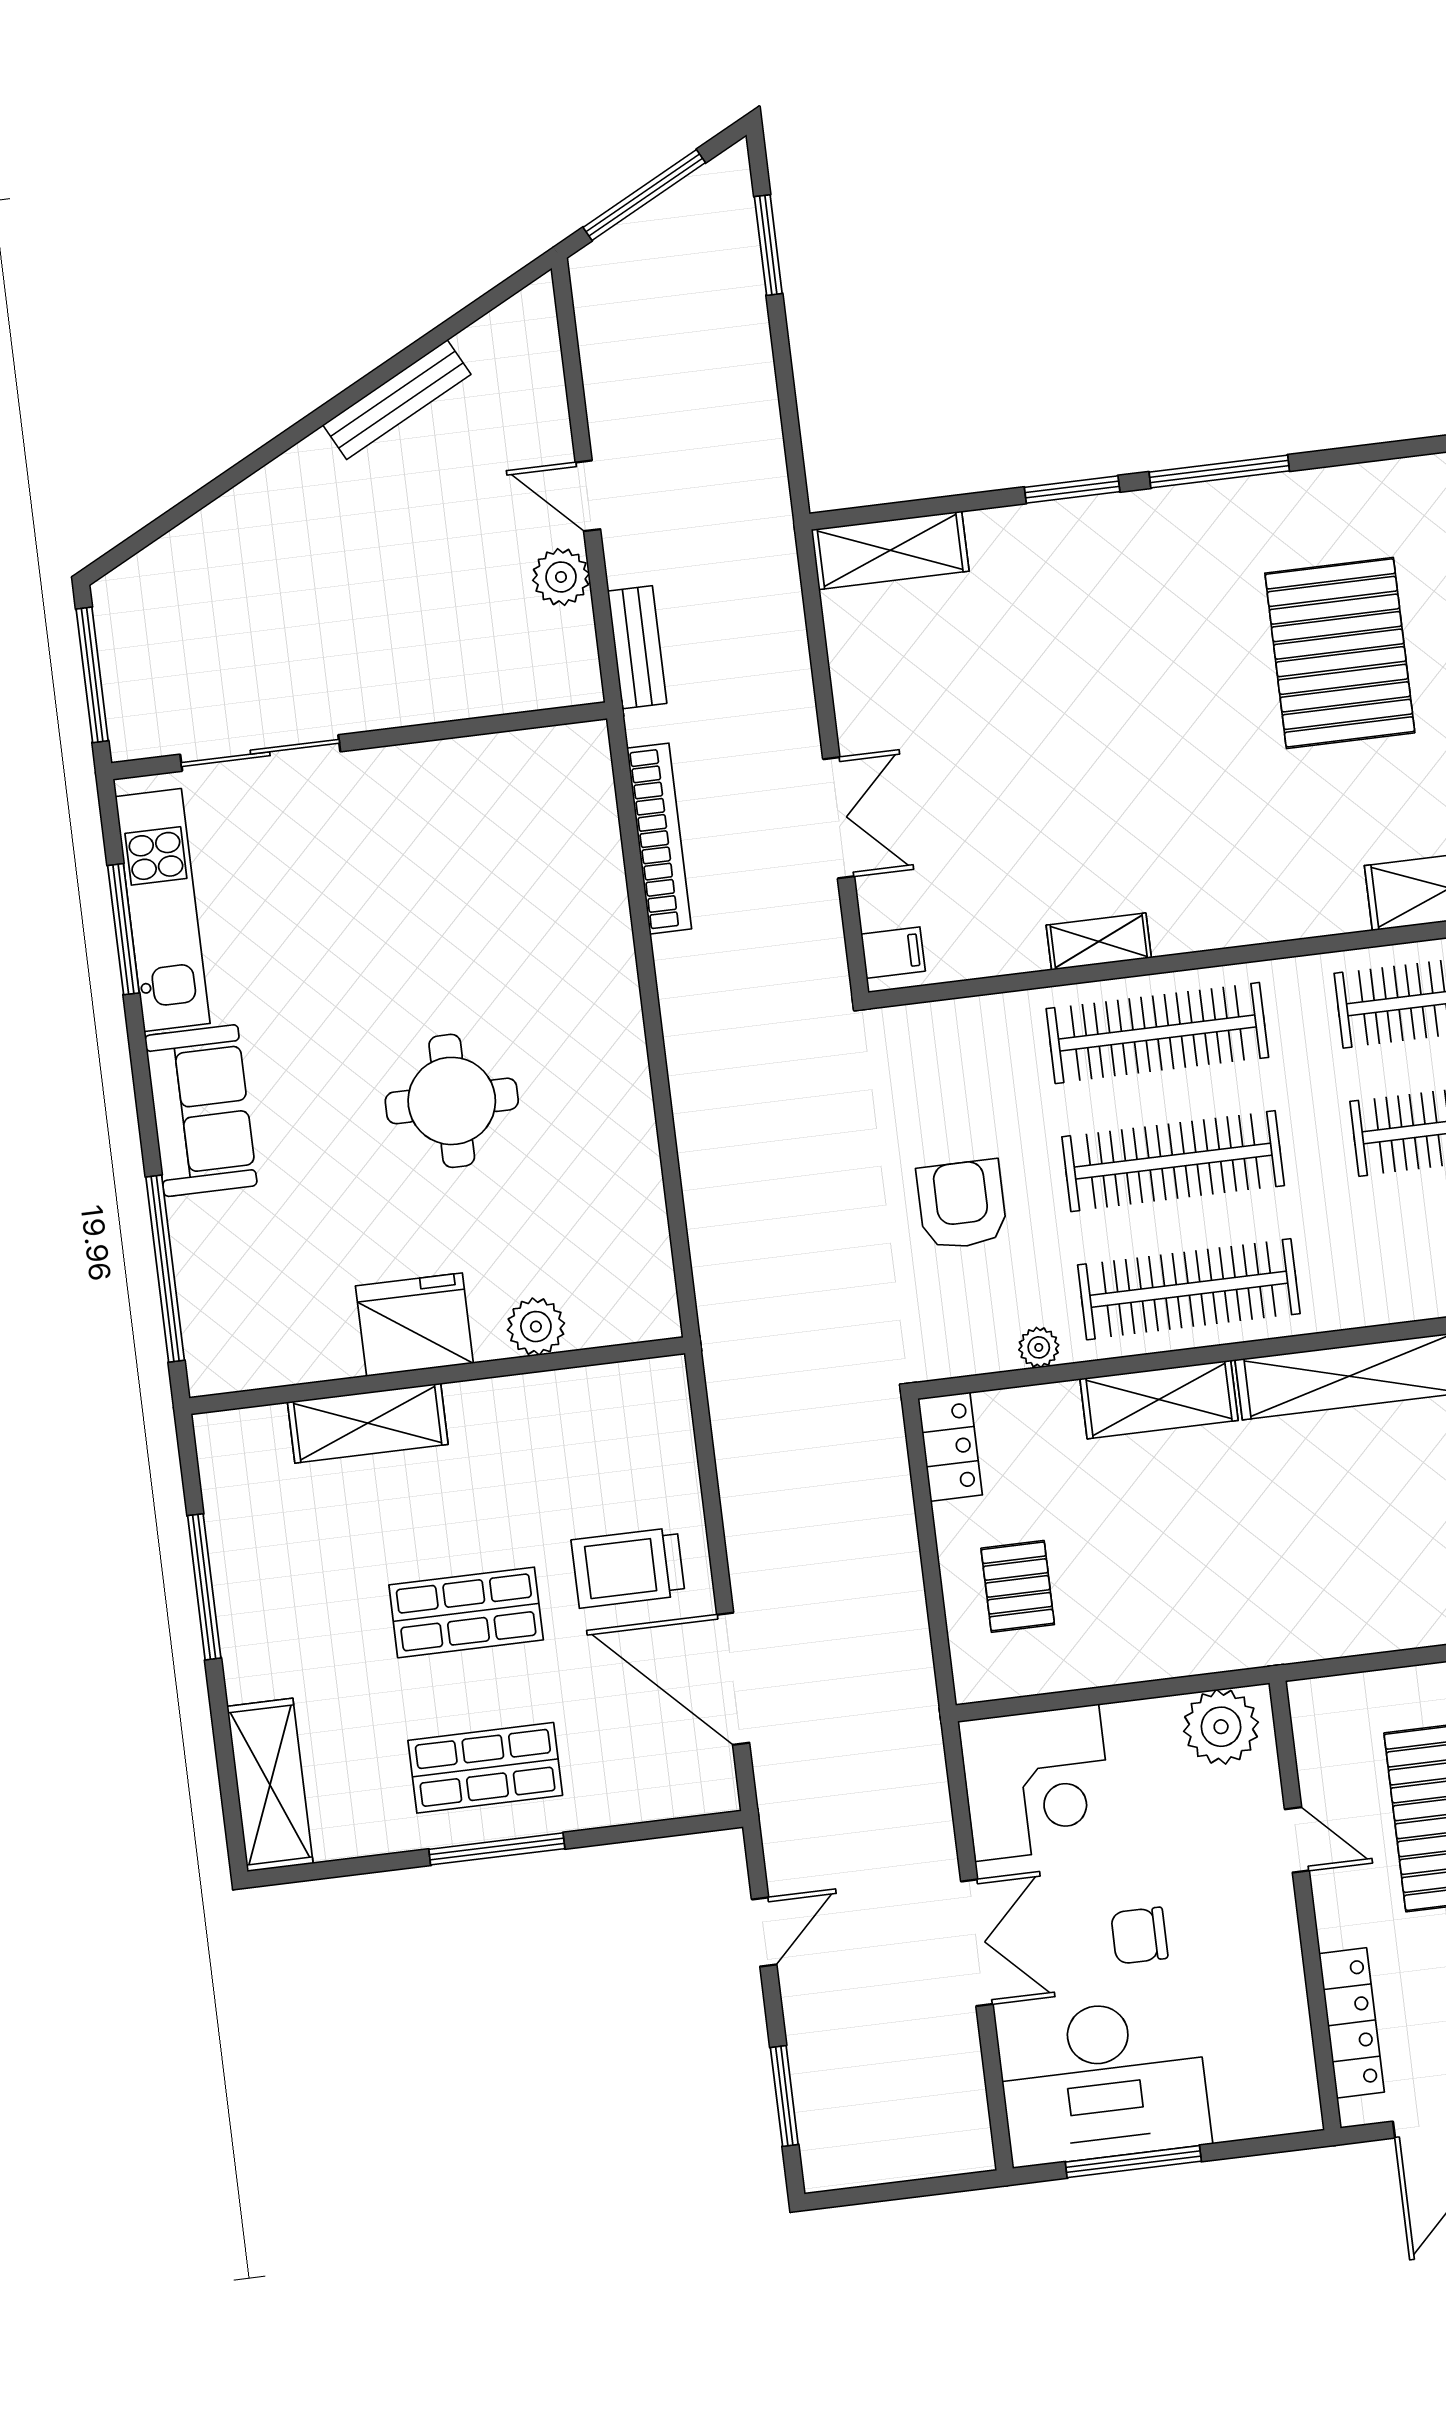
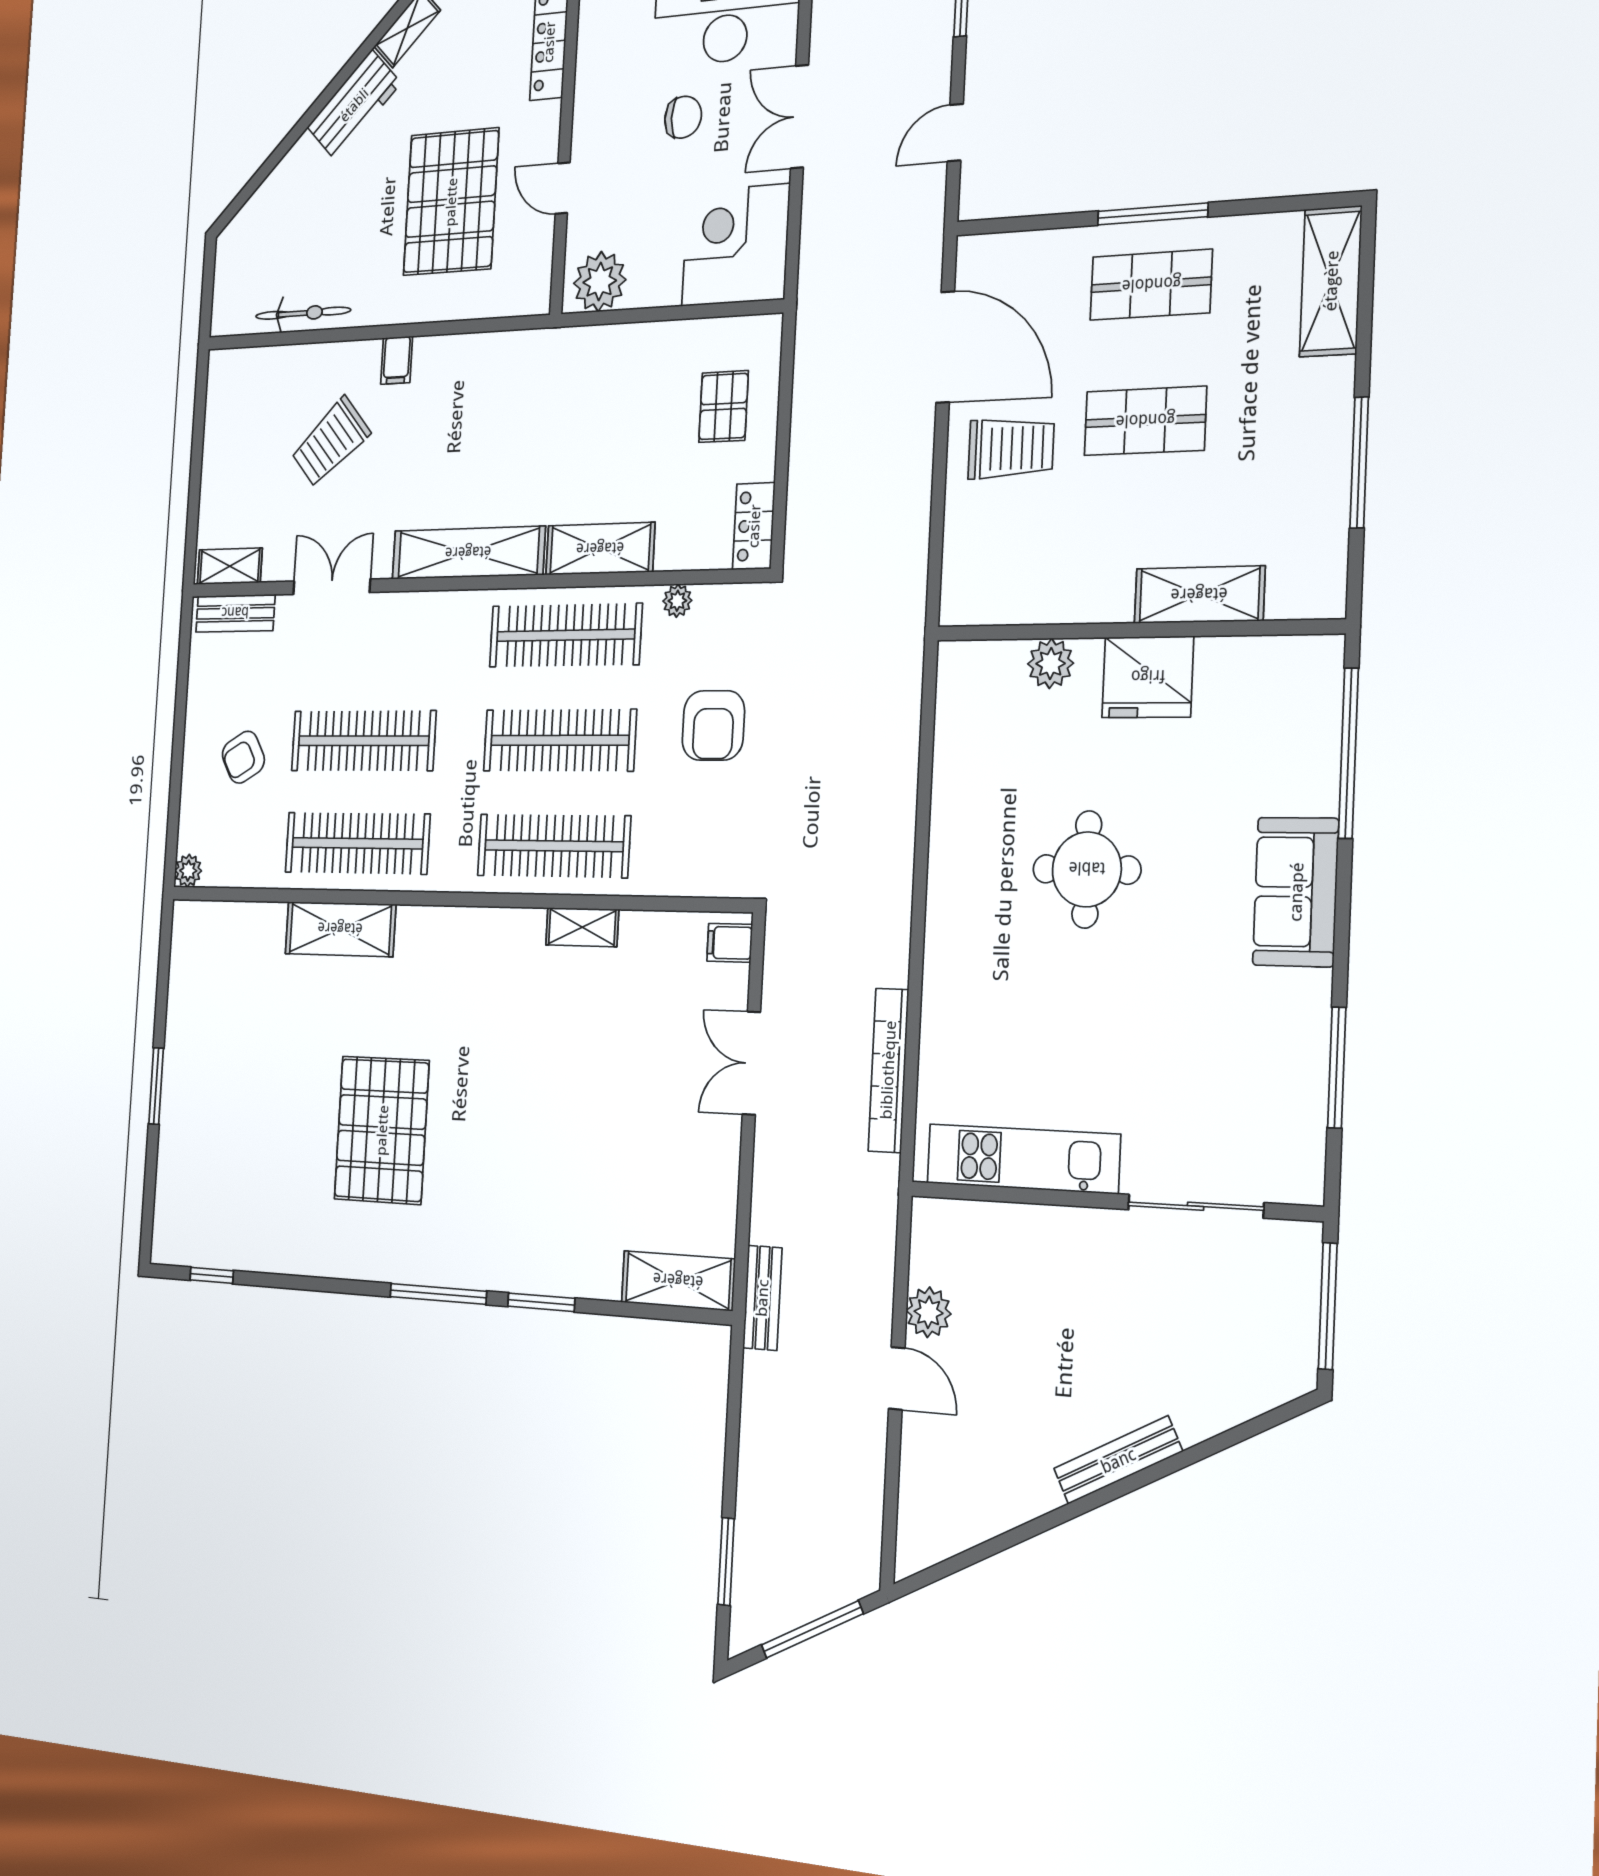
bench: (397, 400) -> (1118, 1460), moved
bench: (637, 647) -> (762, 1298), moved
kitchen unit: (163, 910) -> (1023, 1159), moved, turned 90

